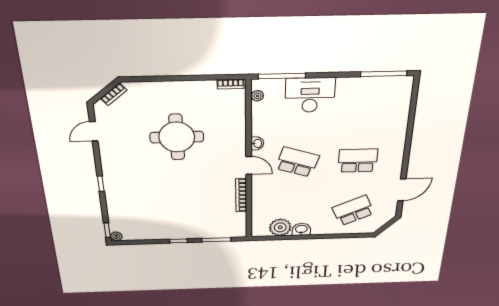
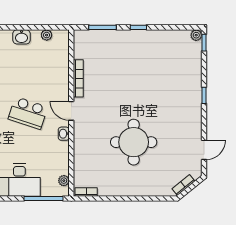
plant: (280, 227) -> (47, 35), width x0.53, depth x0.53

